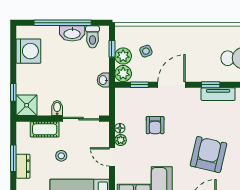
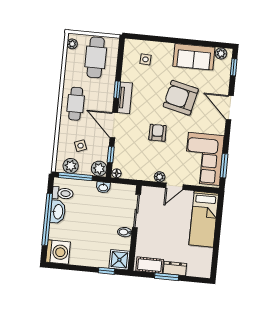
cafe table: (191, 41) -> (76, 104), added
window: (112, 49) -> (75, 177), width x2.17
washing machine: (28, 51) -> (58, 252), moved, turned 90
plant: (123, 56) -> (71, 166), moved
tv unit: (218, 94) -> (125, 98), moved
armchair: (155, 125) -> (158, 133), moved, turned -90
floor lamp: (120, 128) -> (117, 173), moved
cot: (45, 129) -> (150, 265), moved, turned 90
stool: (61, 156) -> (169, 233), removed

